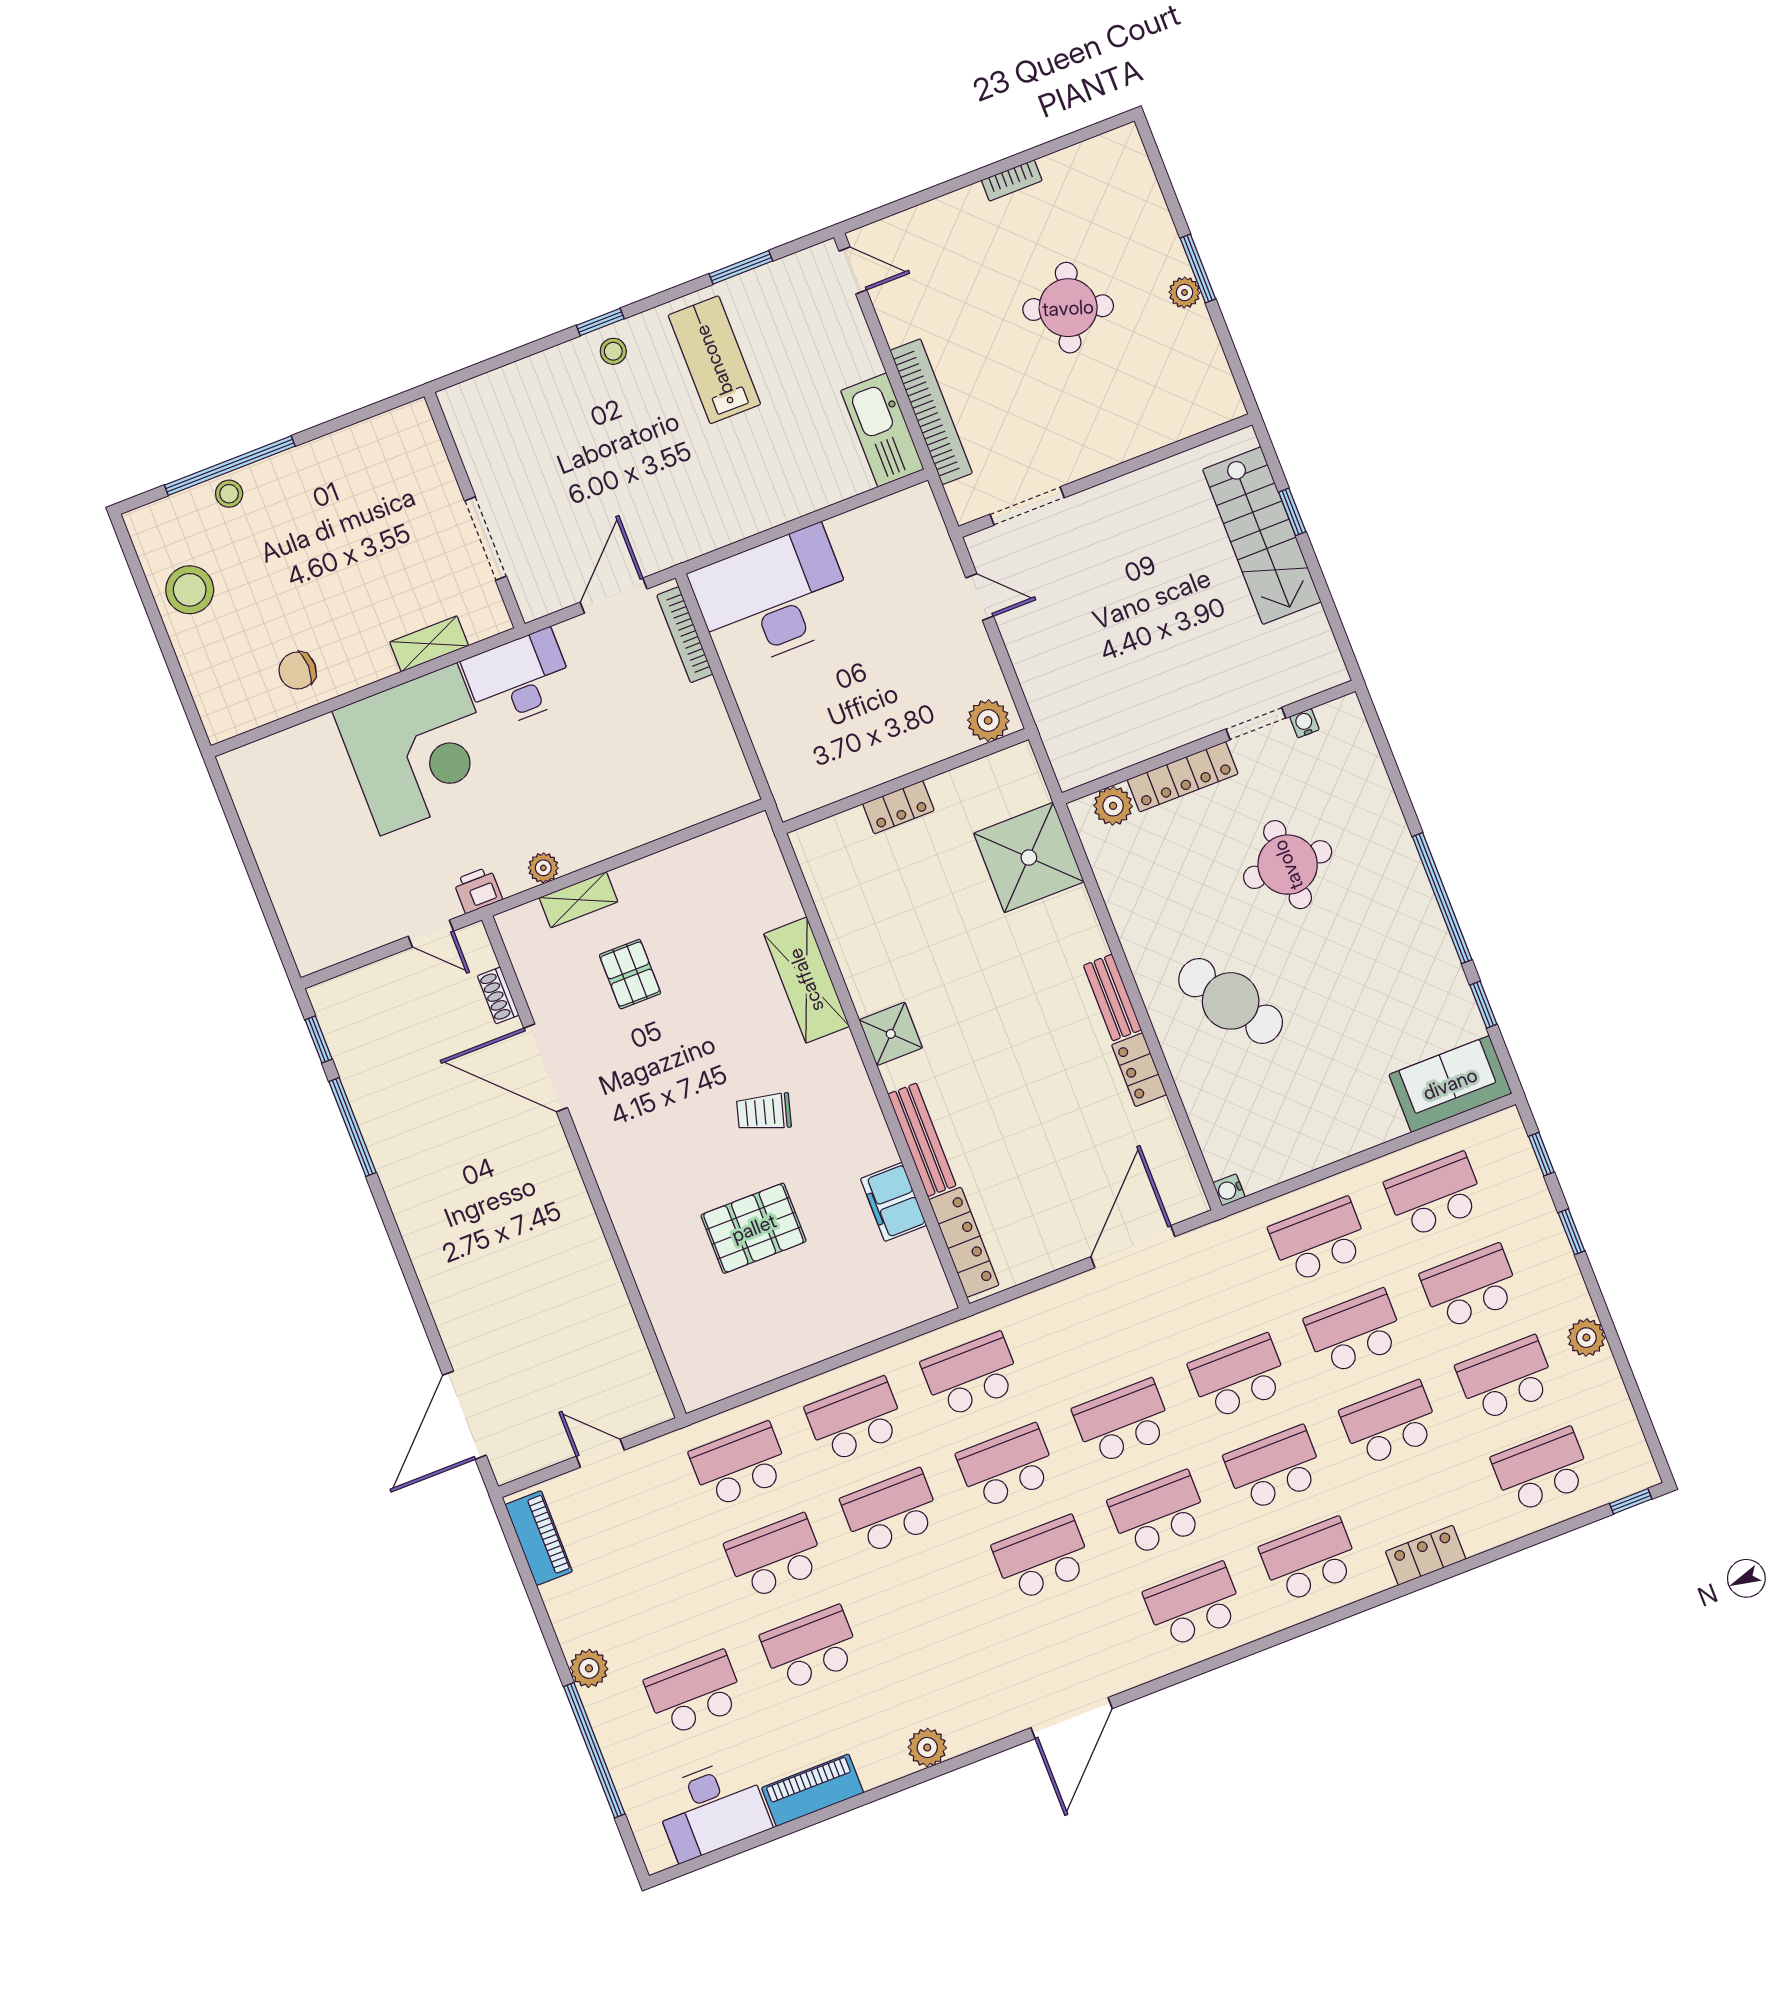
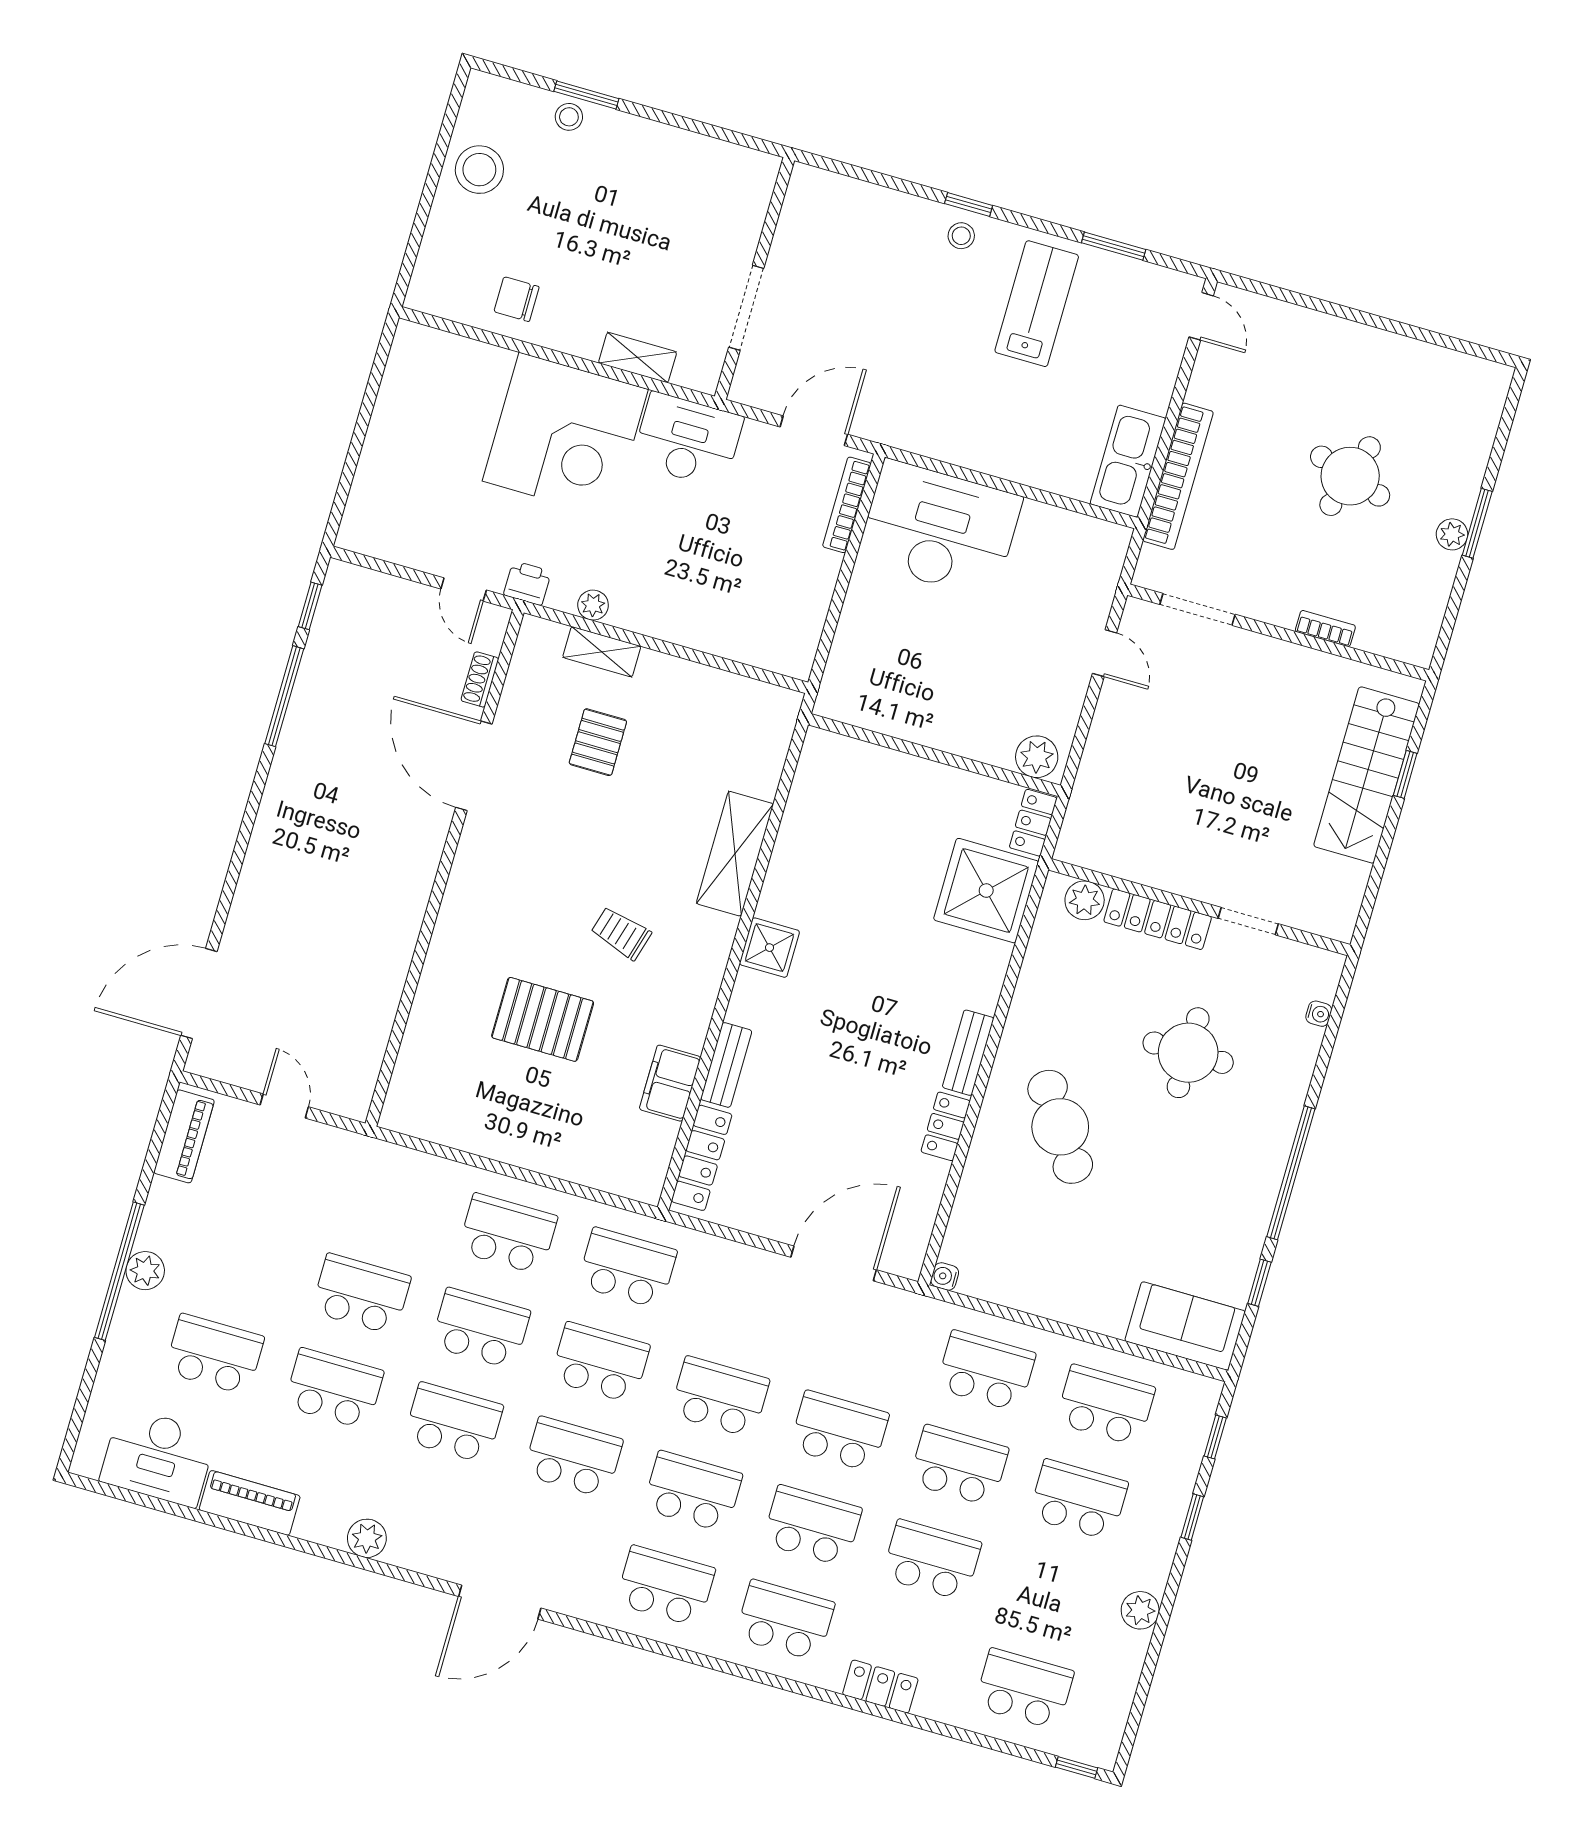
bookcase: (1012, 180) -> (1325, 628), moved, turned 180
window: (230, 466) -> (586, 95), width x0.47
water cooler: (1305, 723) -> (1319, 1014), moved, turned 90
locker: (898, 807) -> (1033, 823), moved, turned 90
bench: (922, 1140) -> (726, 1065), width x0.73
school desk: (1506, 1379) -> (1051, 1594), removed
school desk: (739, 1465) -> (453, 1423), moved
window: (594, 1750) -> (119, 1271), moved

